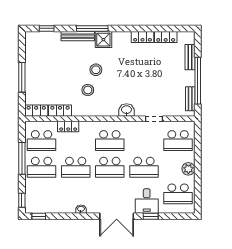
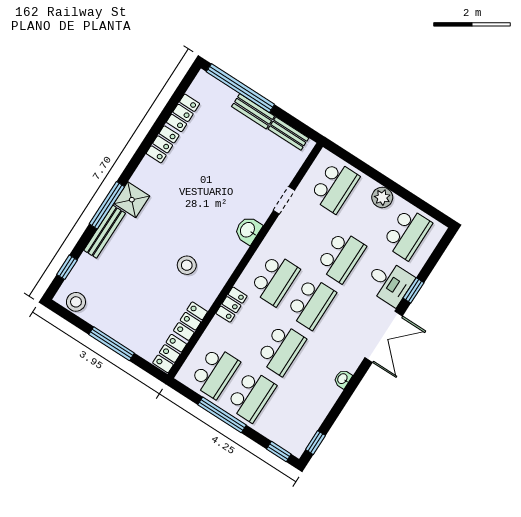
bench: (190, 57) -> (253, 111), moved
stool: (96, 70) -> (76, 302), moved
window: (198, 81) -> (240, 88), moved
locker: (68, 126) -> (232, 305), moved

